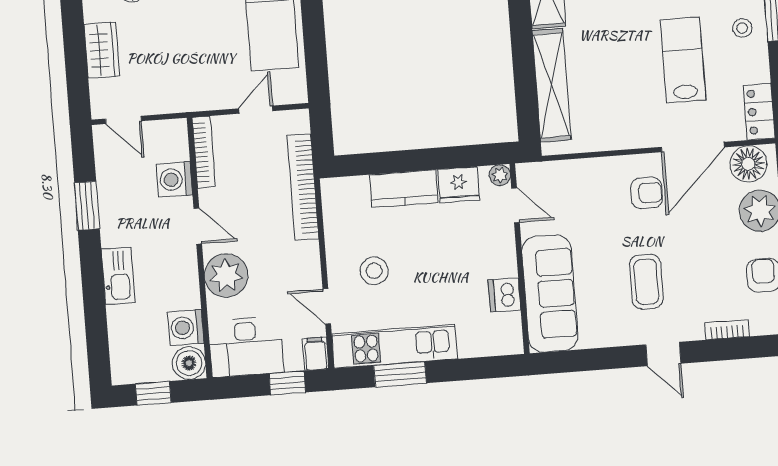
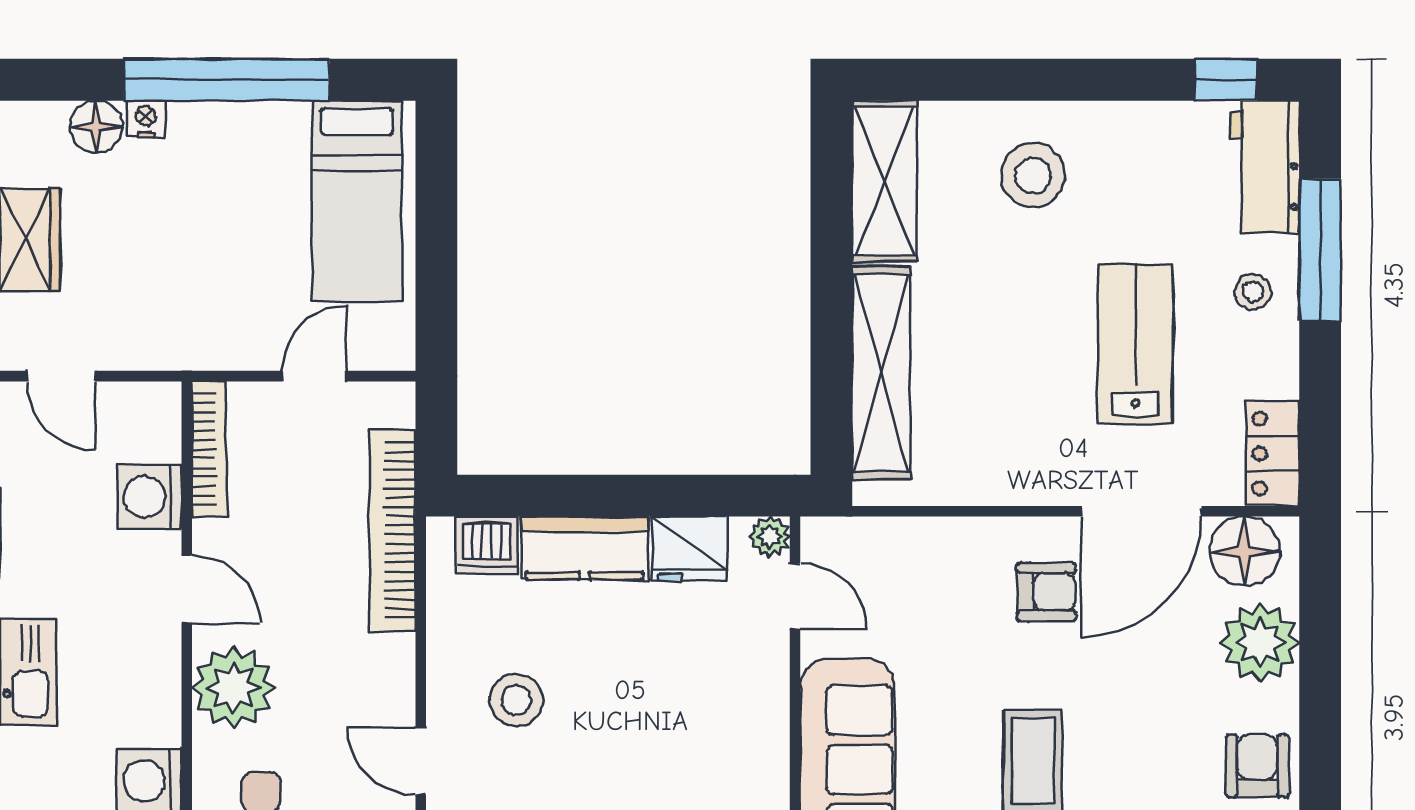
dishwasher: (505, 295) -> (486, 545), moved, turned -90

